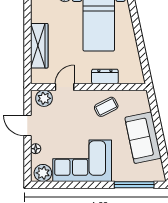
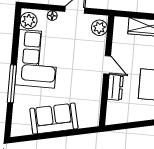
door: (65, 87) -> (107, 65), moved
coffee table: (106, 107) -> (86, 86), removed
window: (134, 185) -> (12, 84), moved

